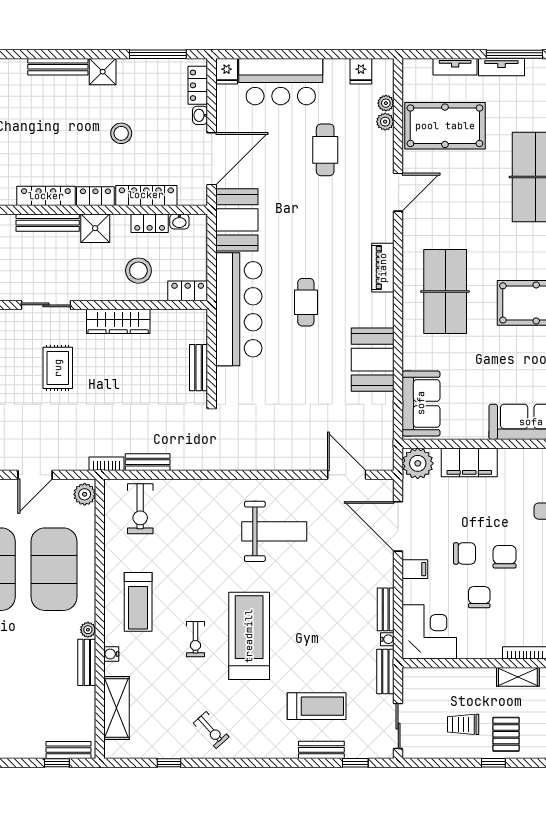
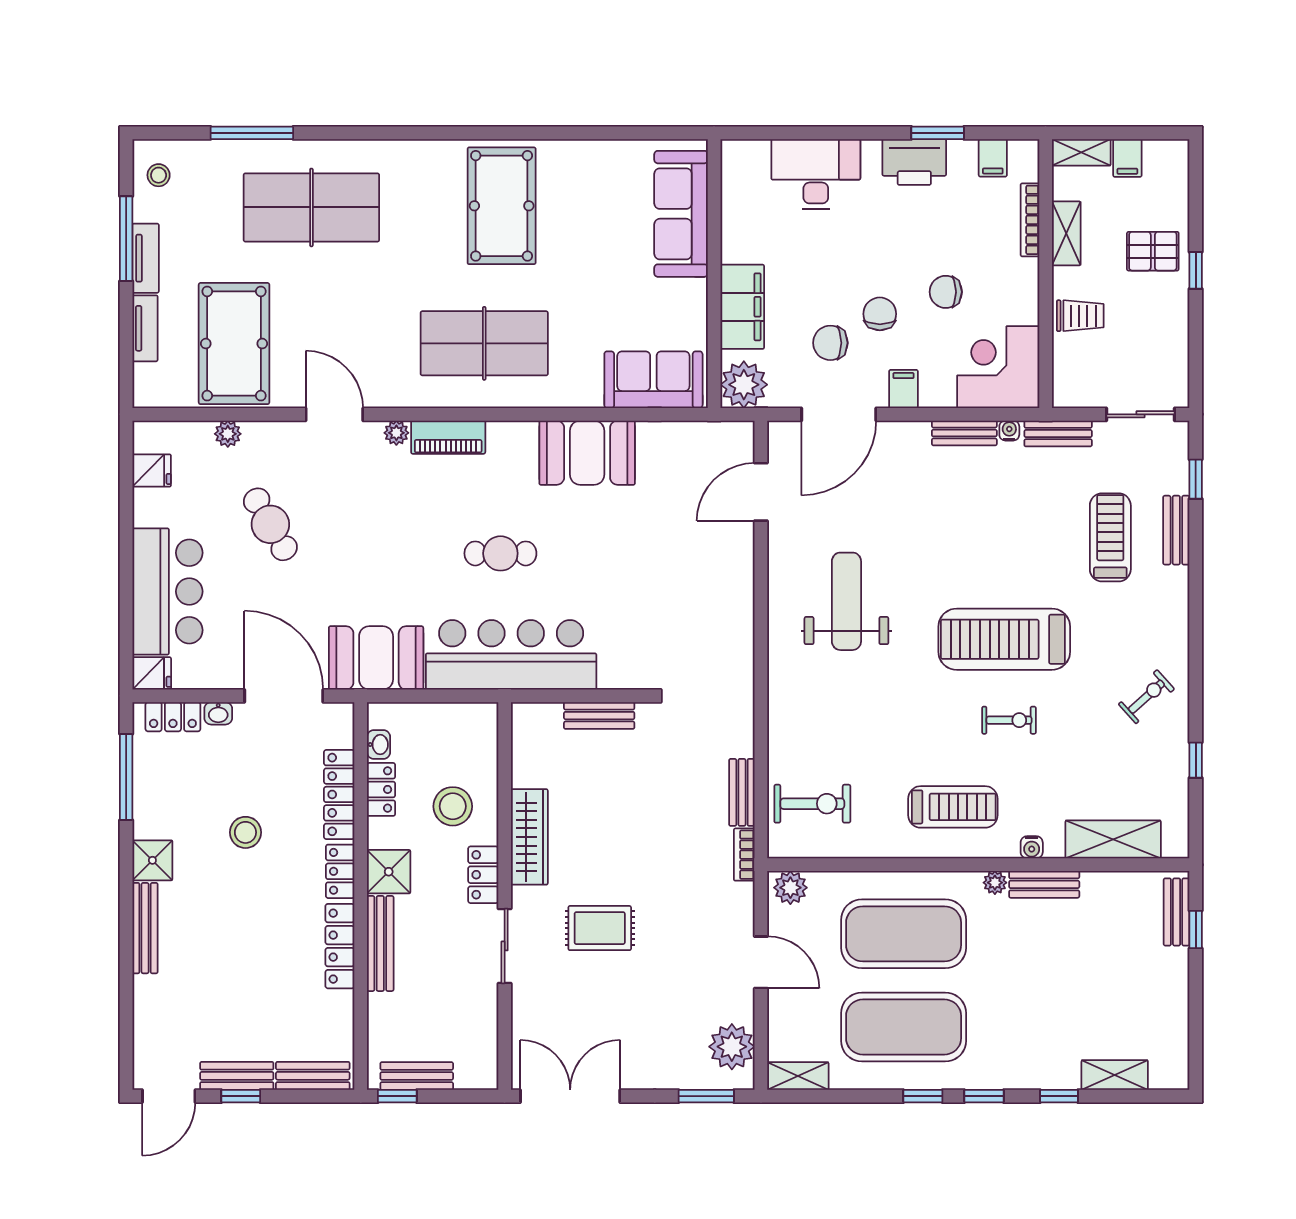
plant: (386, 103) -> (396, 433), moved
cafe table: (325, 150) -> (270, 524), turned 60
locker: (188, 291) -> (483, 875), moved
chair: (505, 557) -> (830, 343), moved
trolley: (463, 724) -> (1080, 316), moved, turned -90

